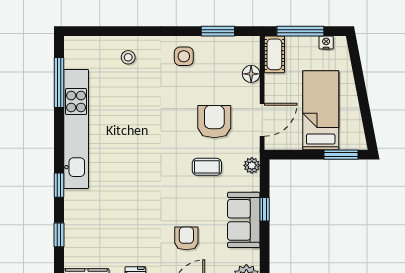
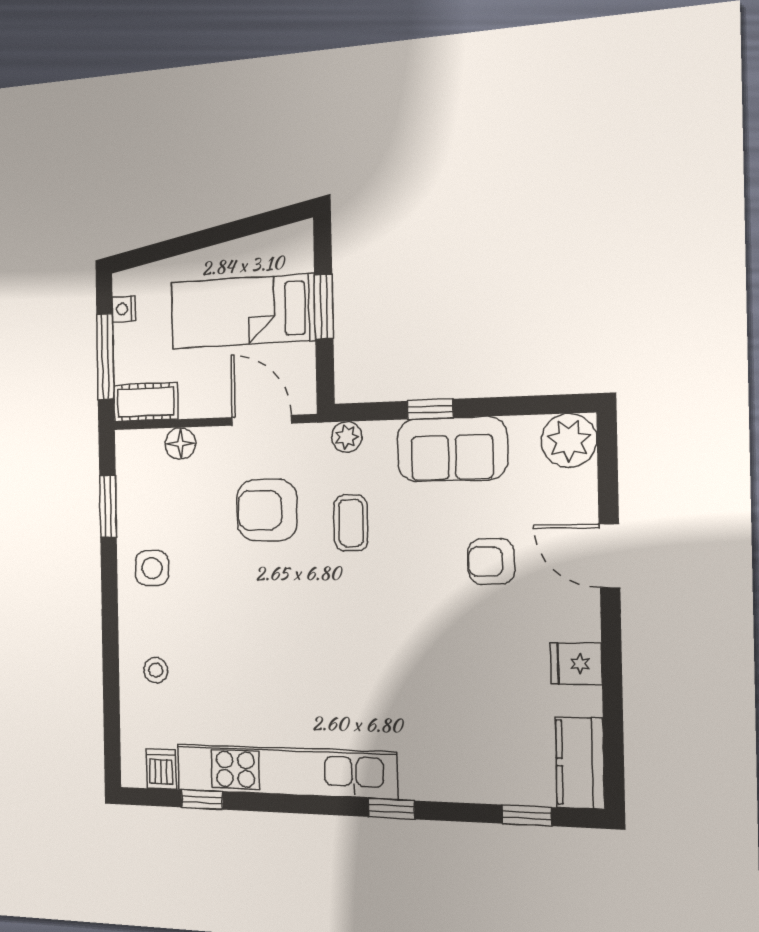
dishwasher: (75, 59) -> (161, 769), added
window: (59, 83) -> (202, 800), width x0.46
window: (341, 155) -> (324, 307), moved
window: (59, 235) -> (527, 815), moved

